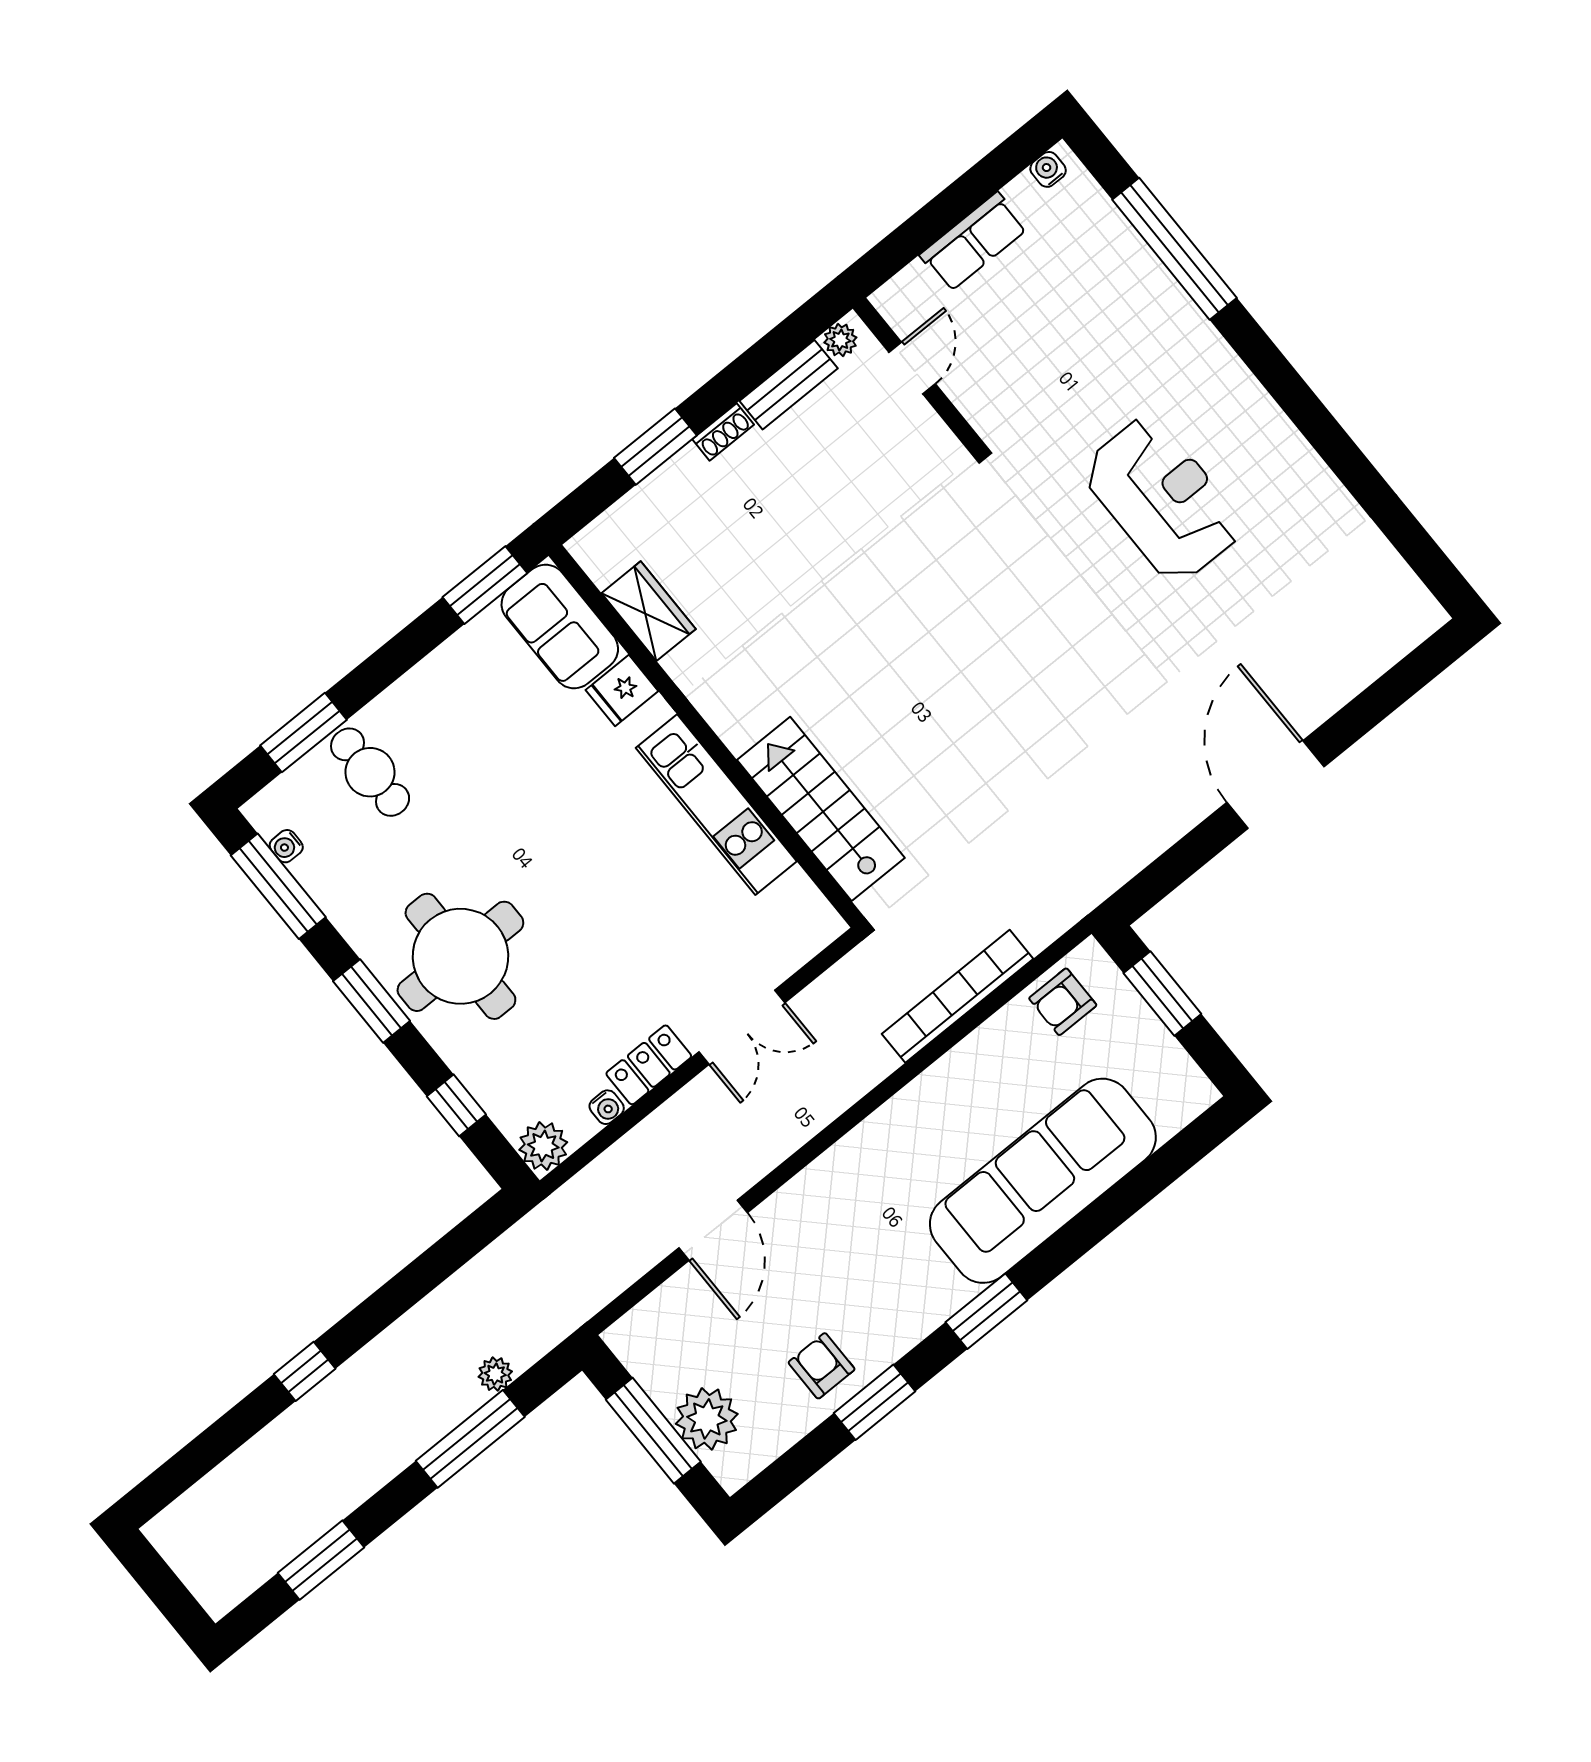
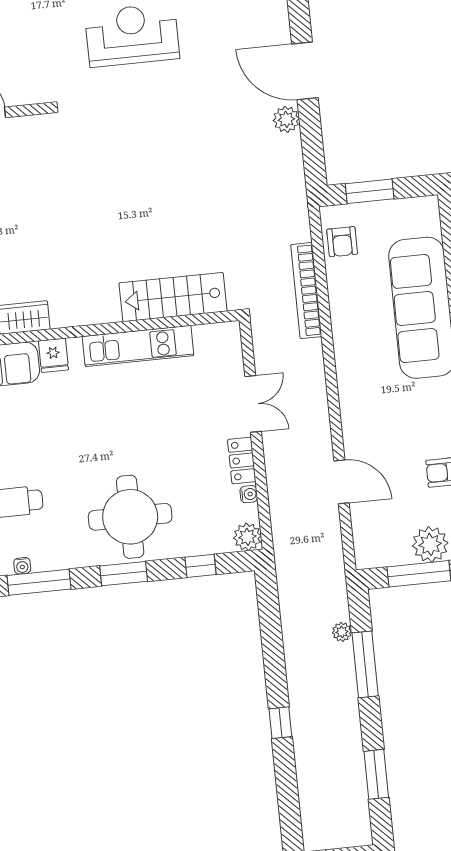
plant: (1187, 804) -> (286, 119), added

